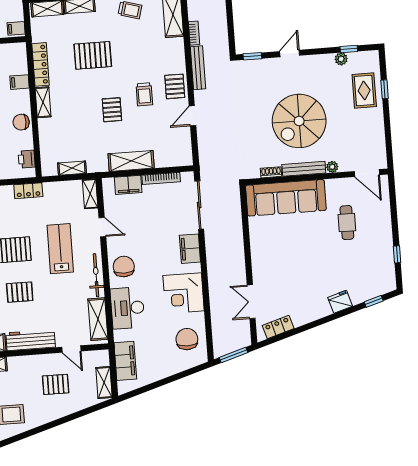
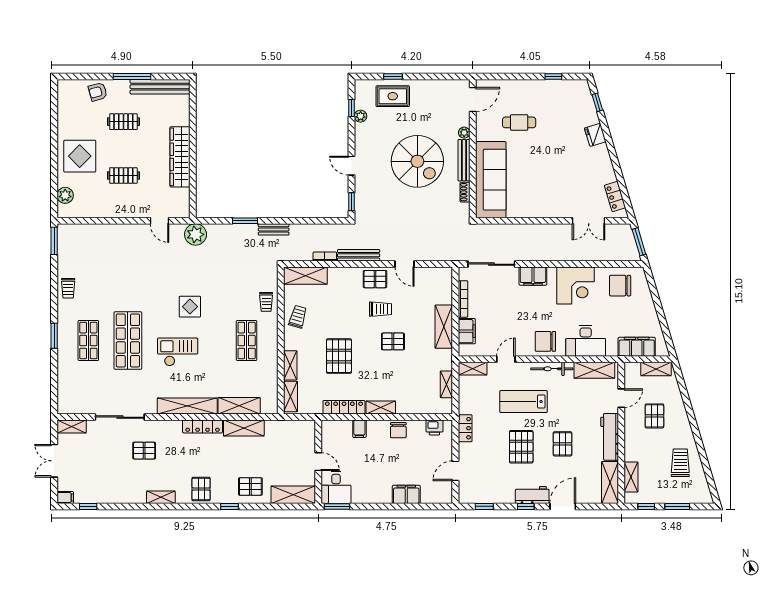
filing cabinet: (16, 28) -> (307, 428), removed

